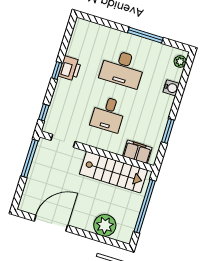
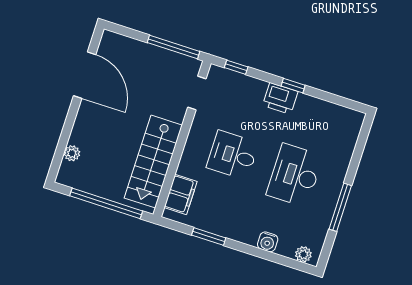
printer: (70, 68) -> (280, 98), moved
plant: (105, 225) -> (72, 153), width x0.53, depth x0.53

